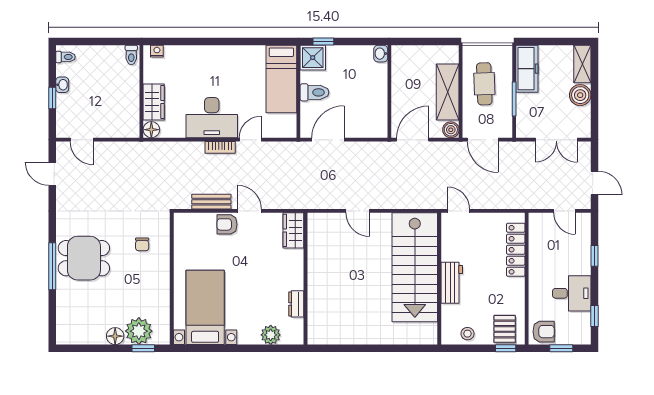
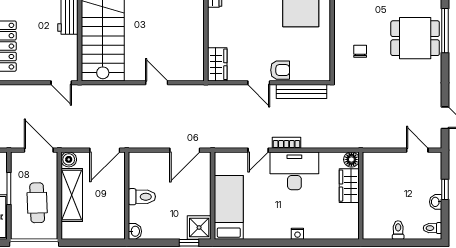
nightstand: (157, 51) -> (297, 234), moved
toilet: (131, 55) -> (398, 230), moved
toilet: (314, 92) -> (142, 197), moved, turned 180
bench: (211, 202) -> (302, 91), width x1.36

